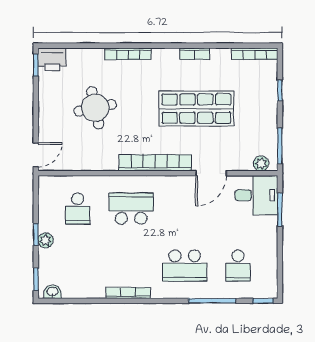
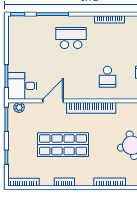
school desk: (131, 209) -> (107, 77), width x0.54
school desk: (238, 266) -> (35, 38), removed

